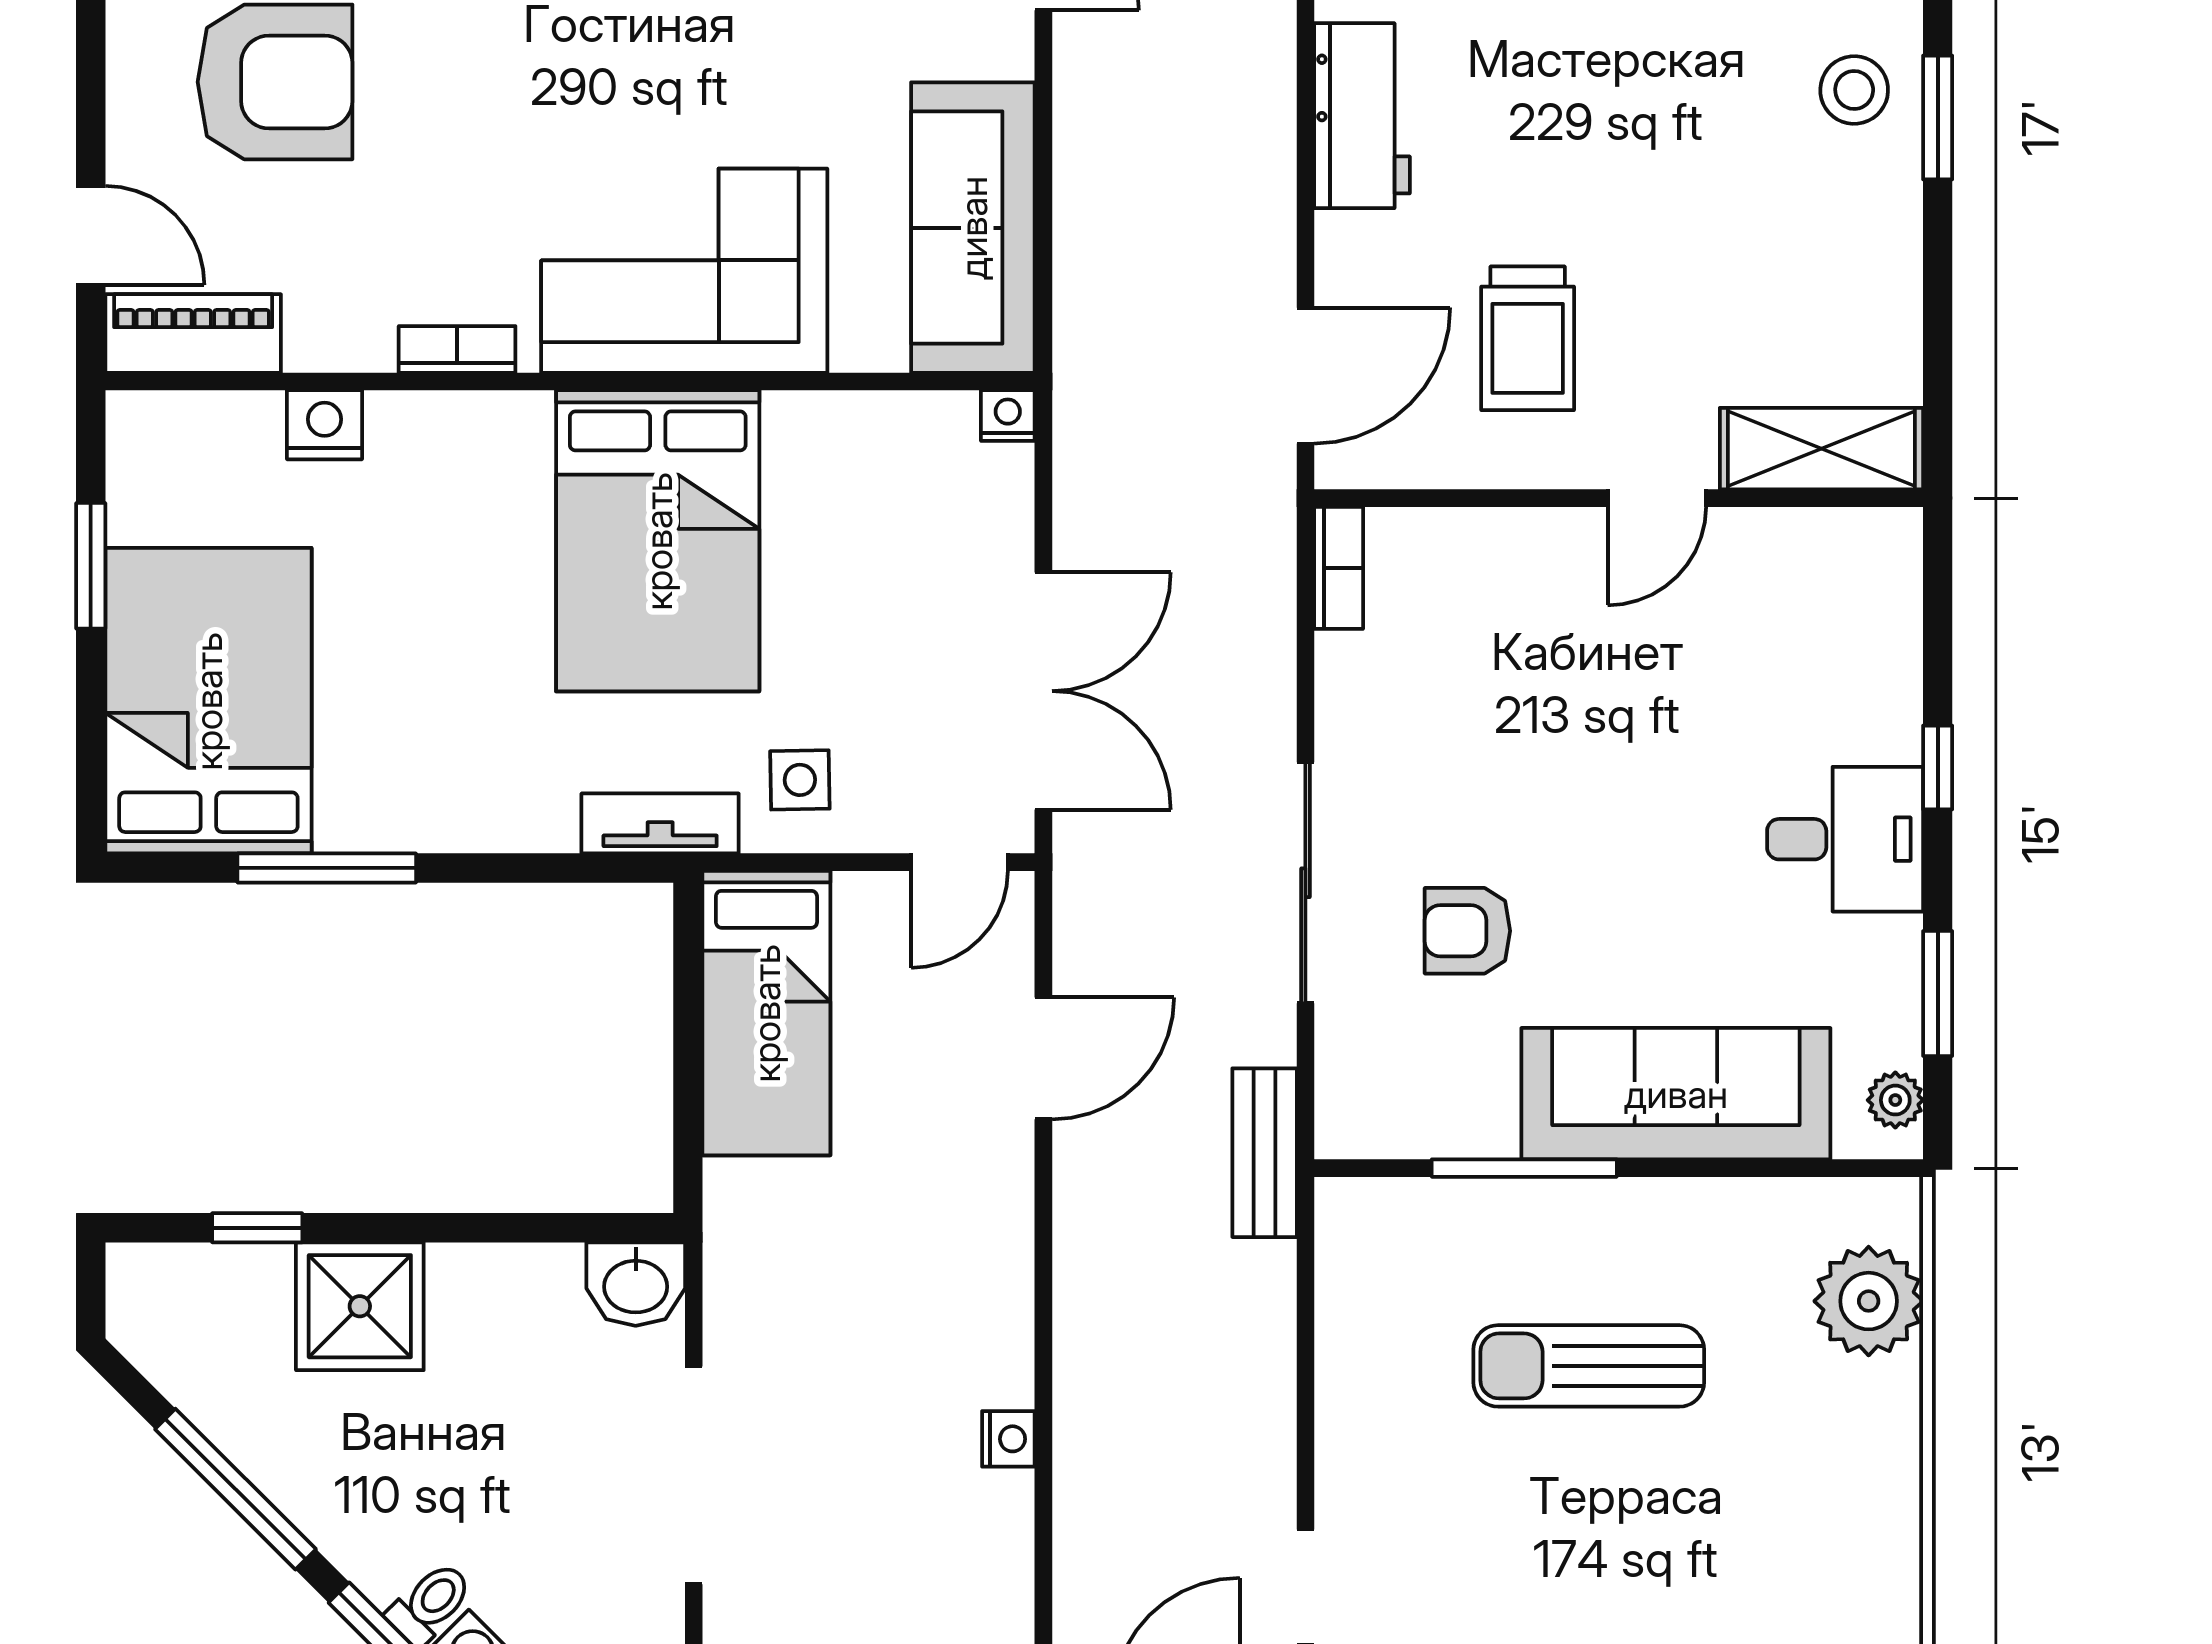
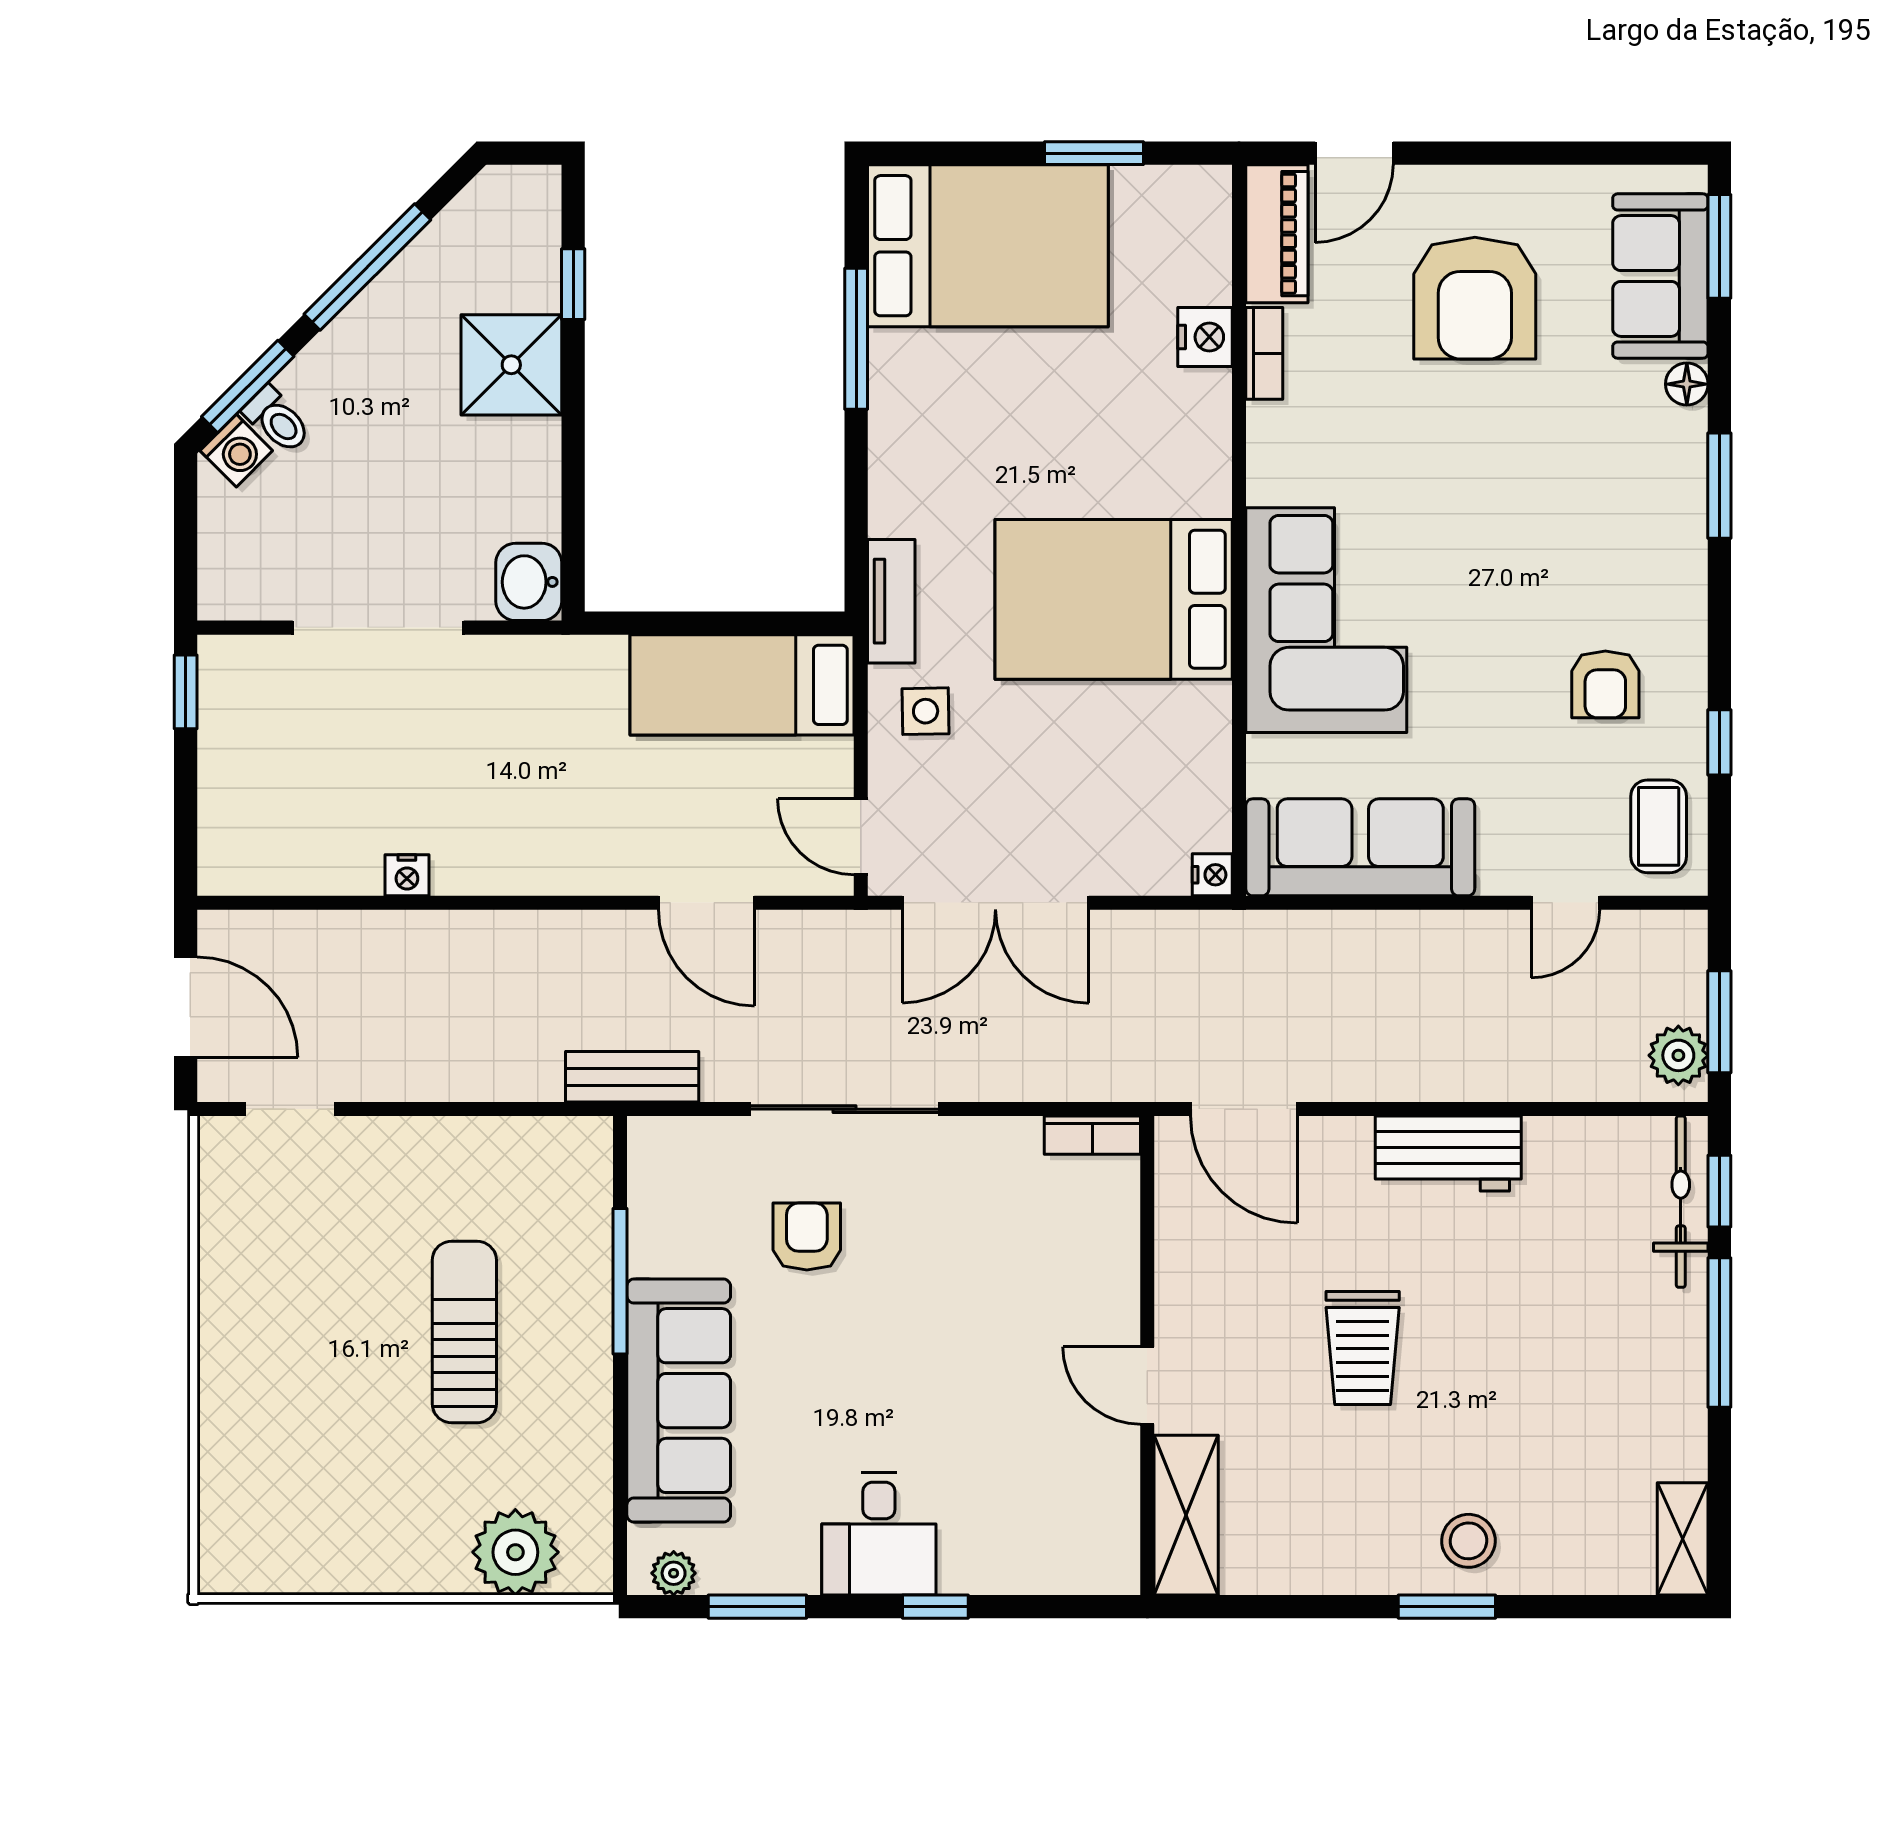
trolley: (1528, 338) -> (1363, 1348), moved, turned -90
bookcase: (457, 349) -> (1264, 353), moved

